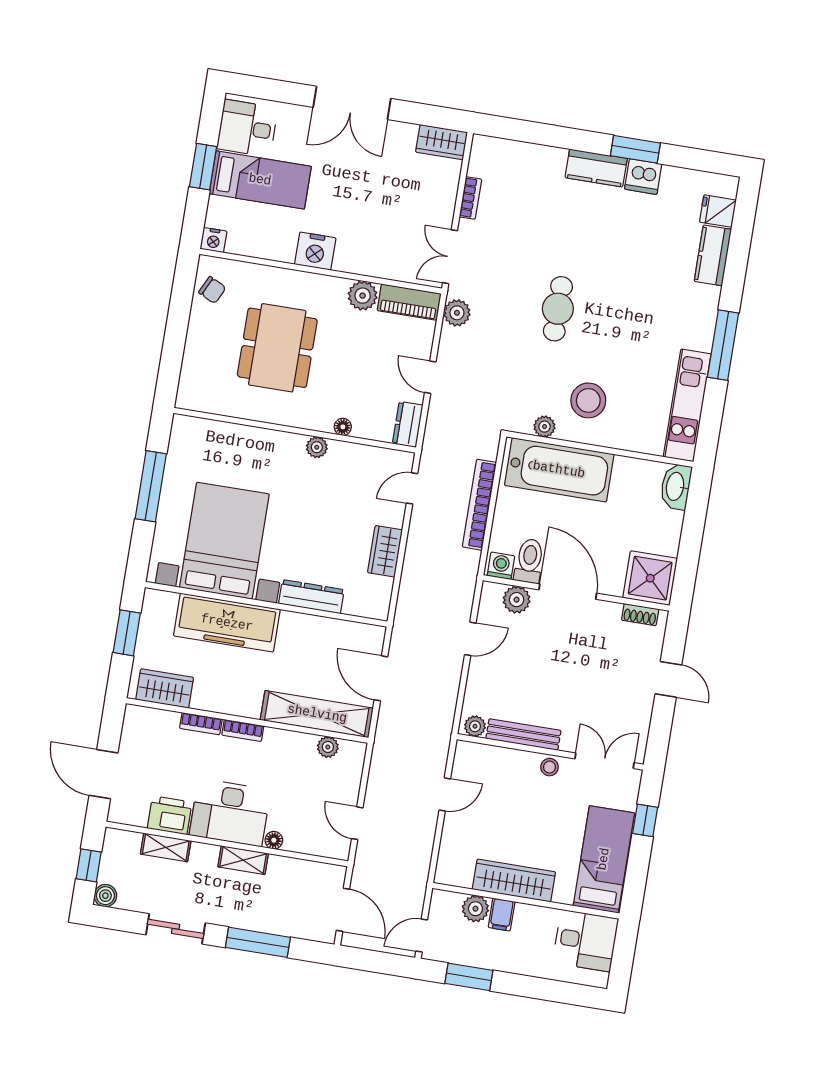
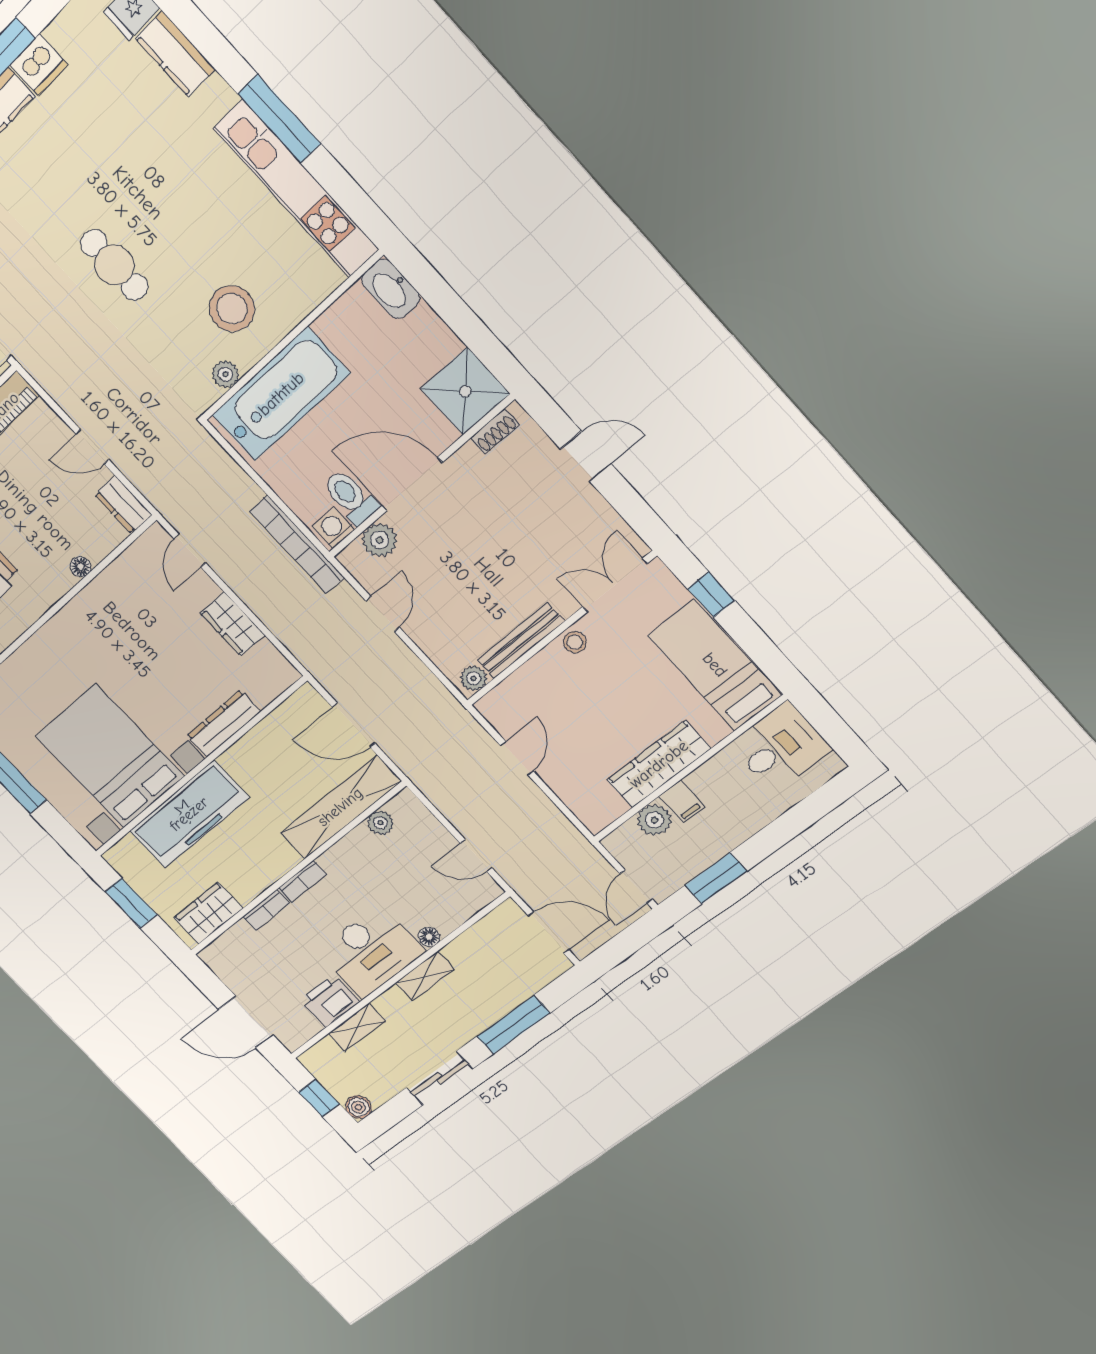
plant: (457, 313) -> (46, 370), removed
kitchen unit: (687, 405) -> (296, 189), width x1.36
plant: (317, 447) -> (83, 606), removed
bookcase: (479, 505) -> (297, 544), moved

